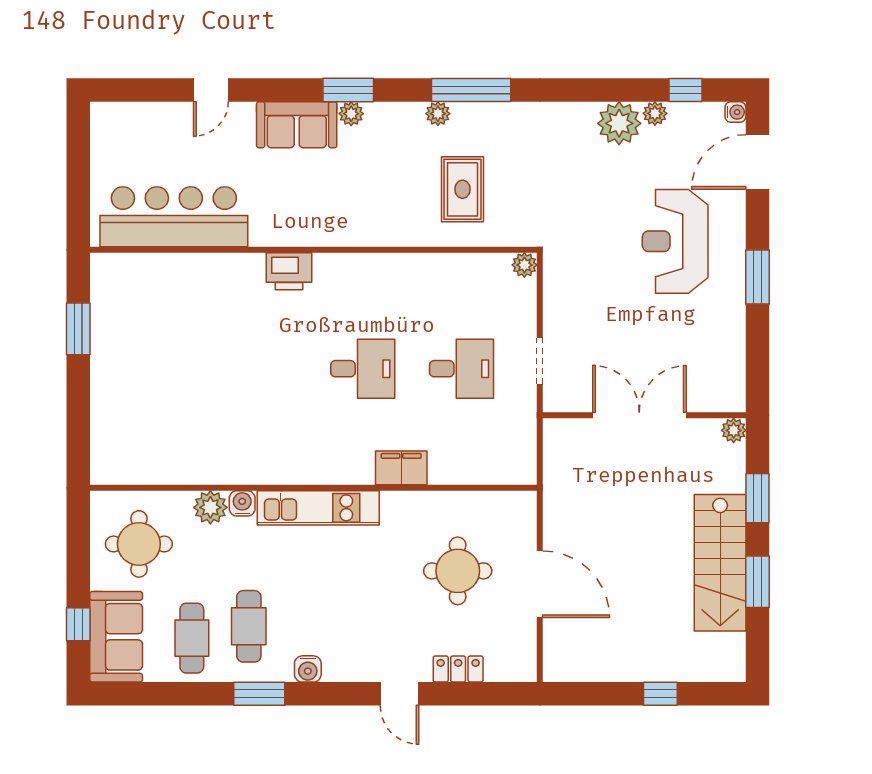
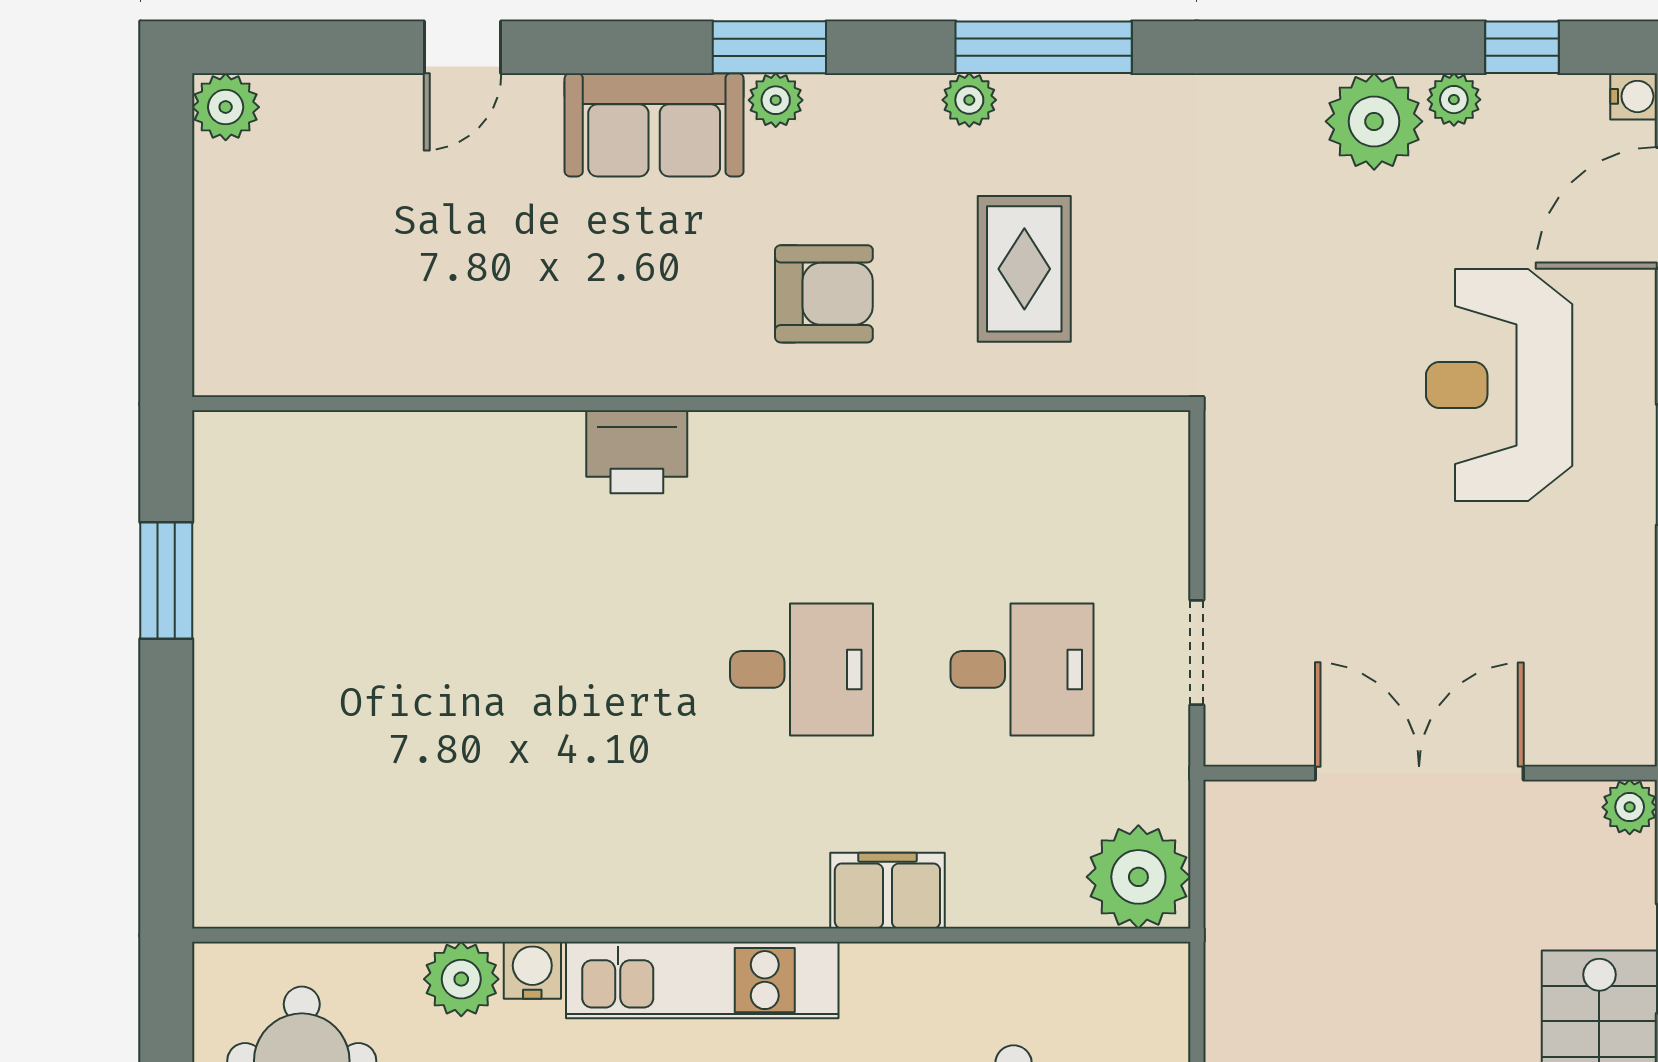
plant: (105, 117) -> (226, 107), added
armchair: (373, 200) -> (824, 294), added
bar counter: (174, 217) -> (380, 330), removed
plant: (524, 265) -> (1138, 877), moved, width x1.88, depth x1.88

